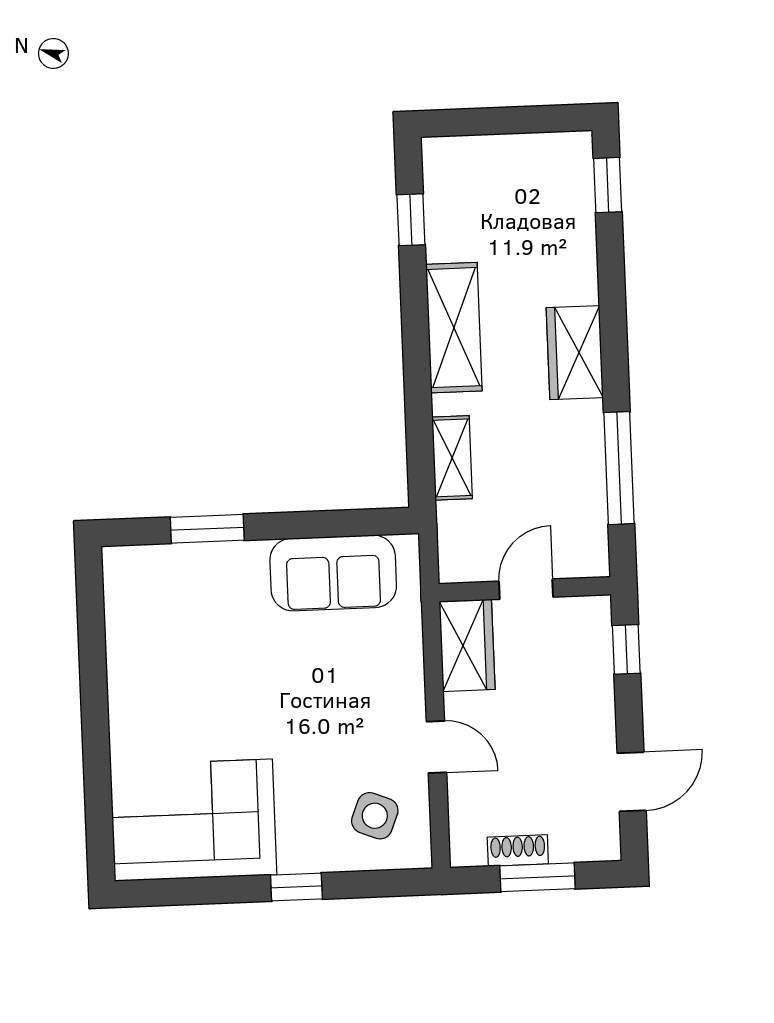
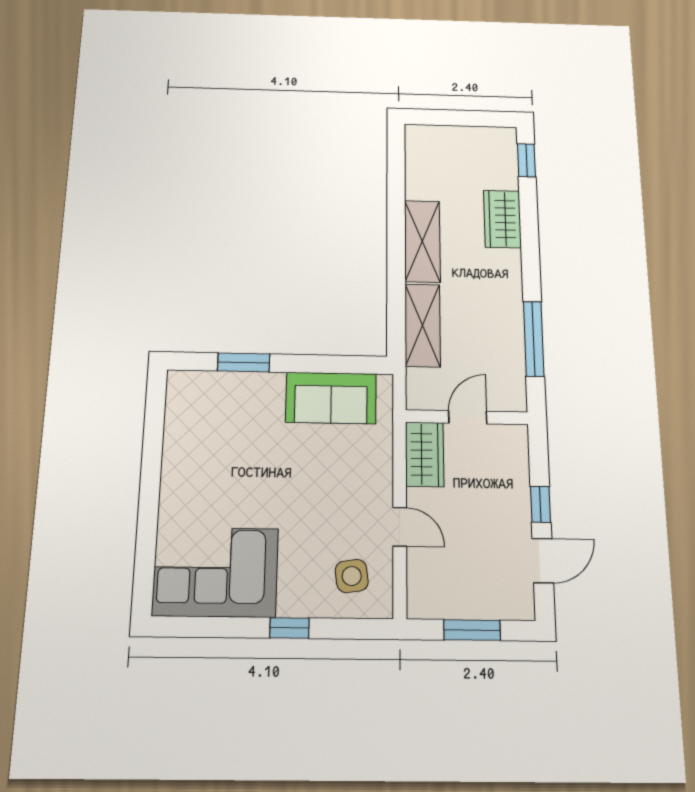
window: (411, 220) -> (396, 173), removed
wardrobe: (575, 353) -> (502, 219), moved
shelving: (452, 458) -> (423, 325), width x1.50, depth x1.33
window: (626, 649) -> (540, 504), moved
side table: (375, 816) -> (352, 576), turned -30
shoe rack: (518, 851) -> (458, 608), removed

